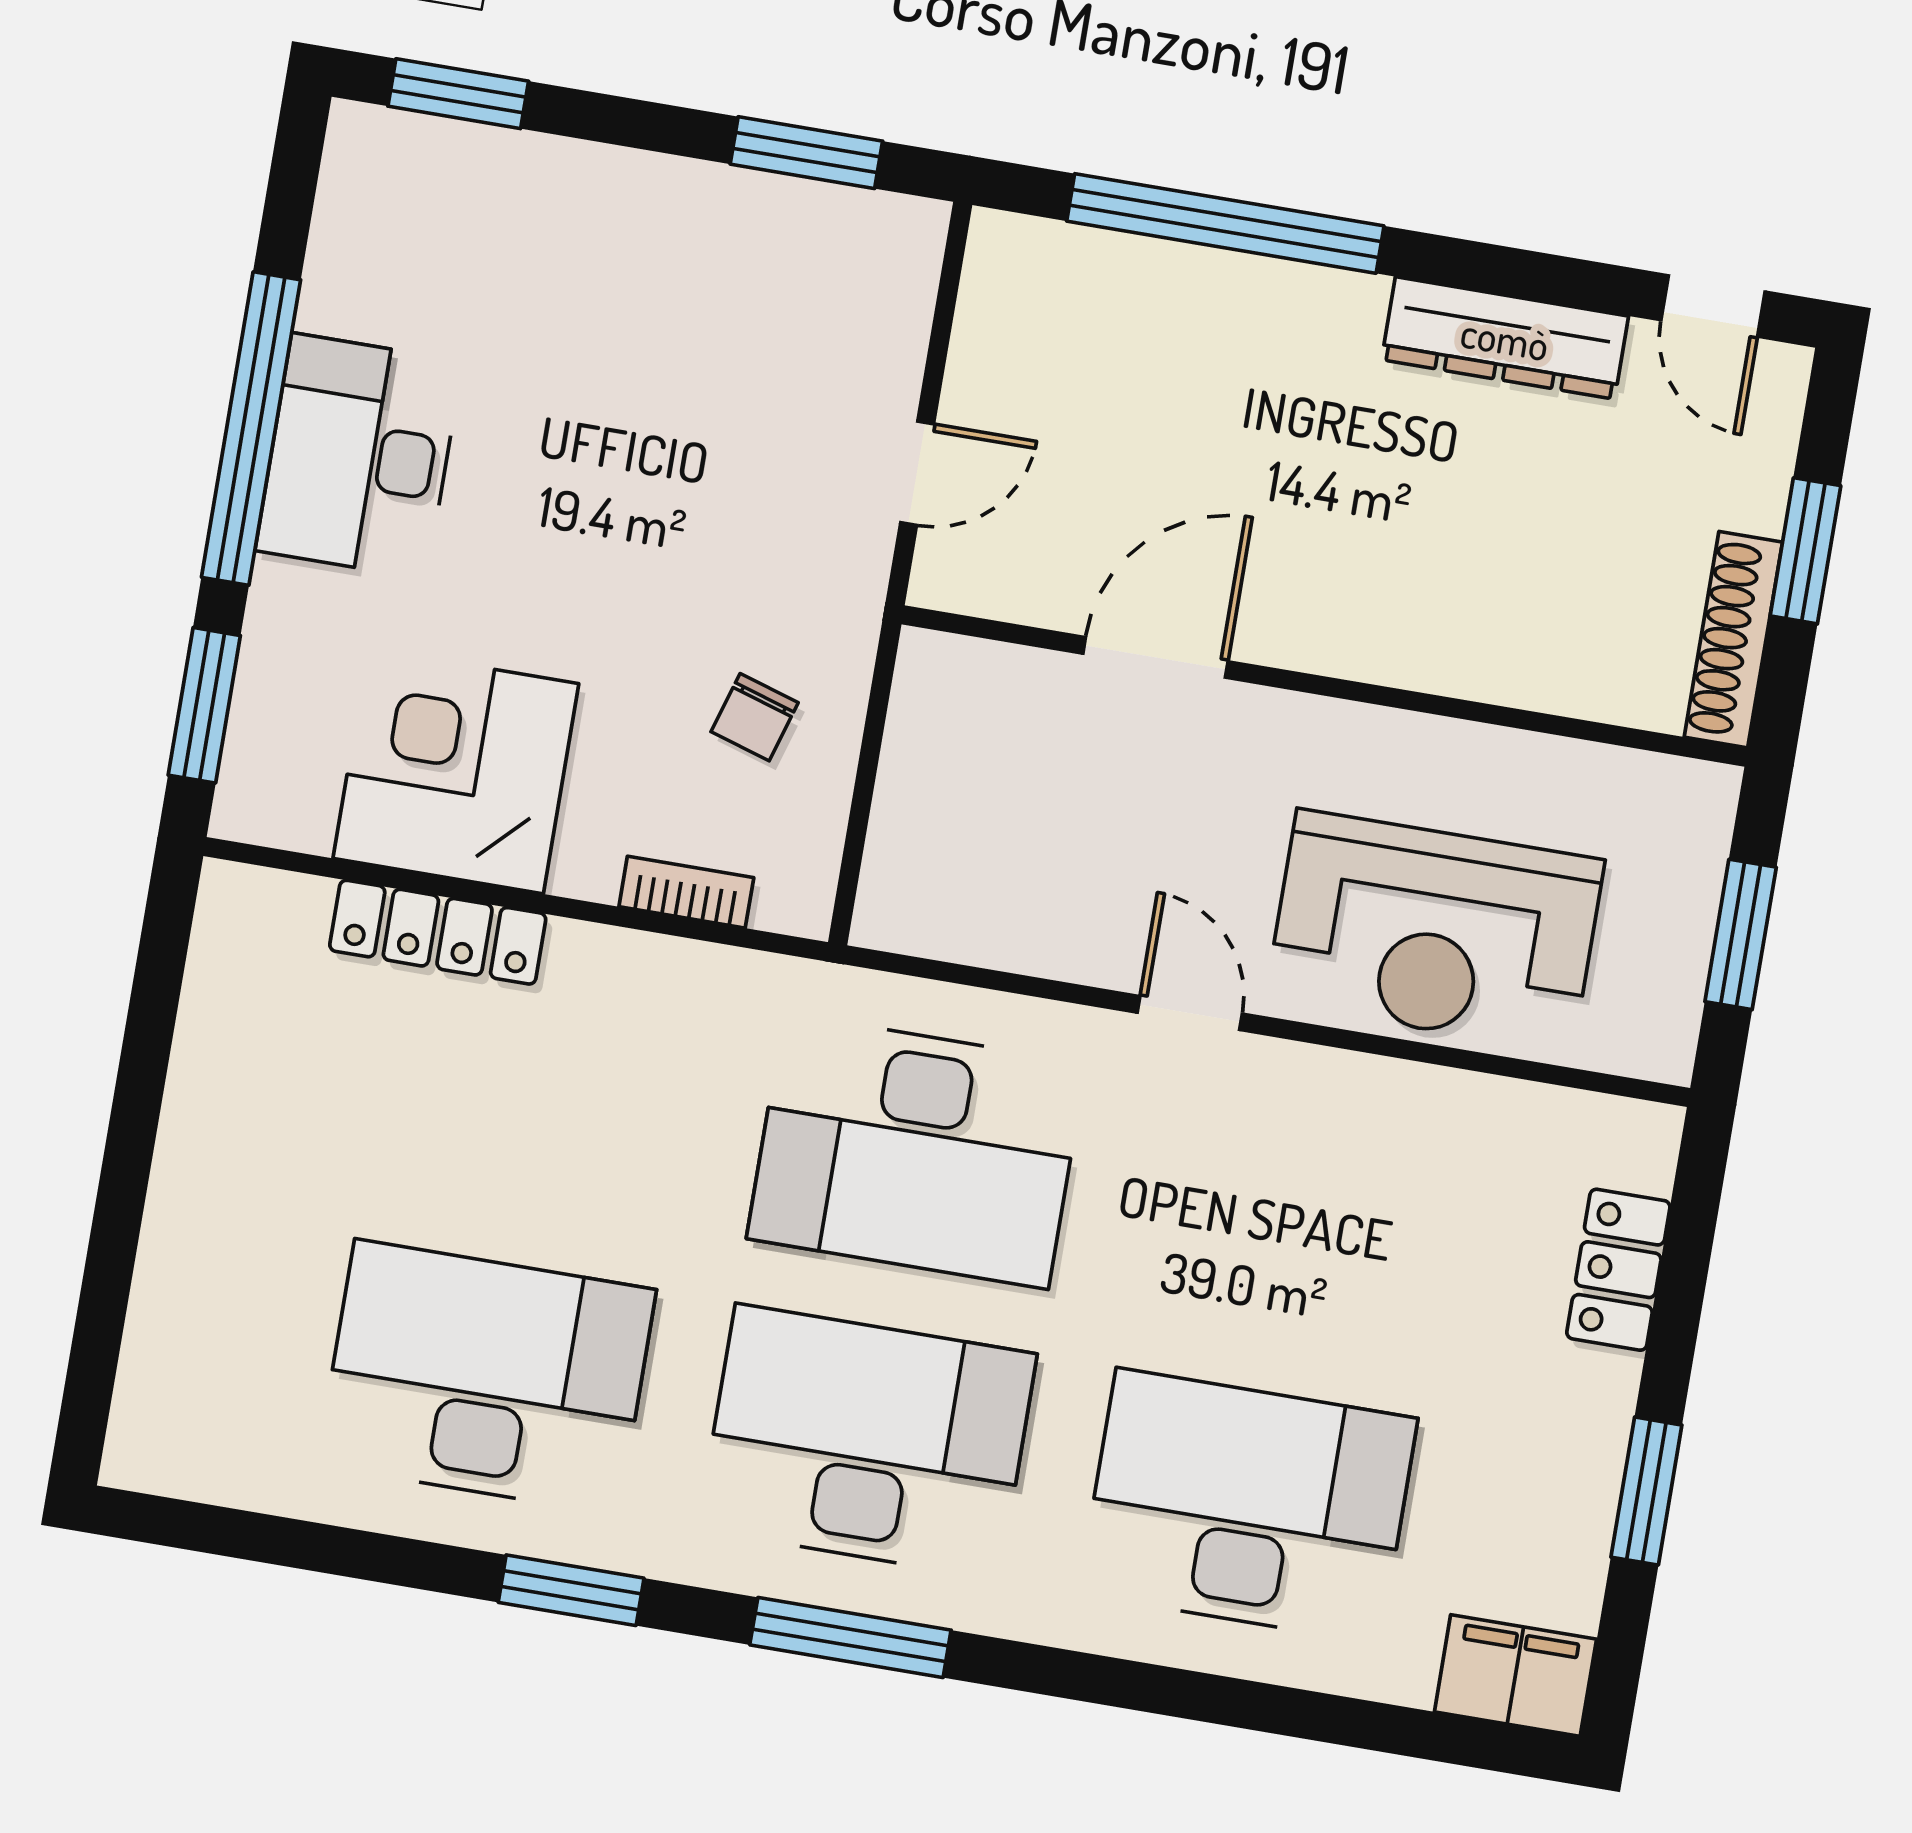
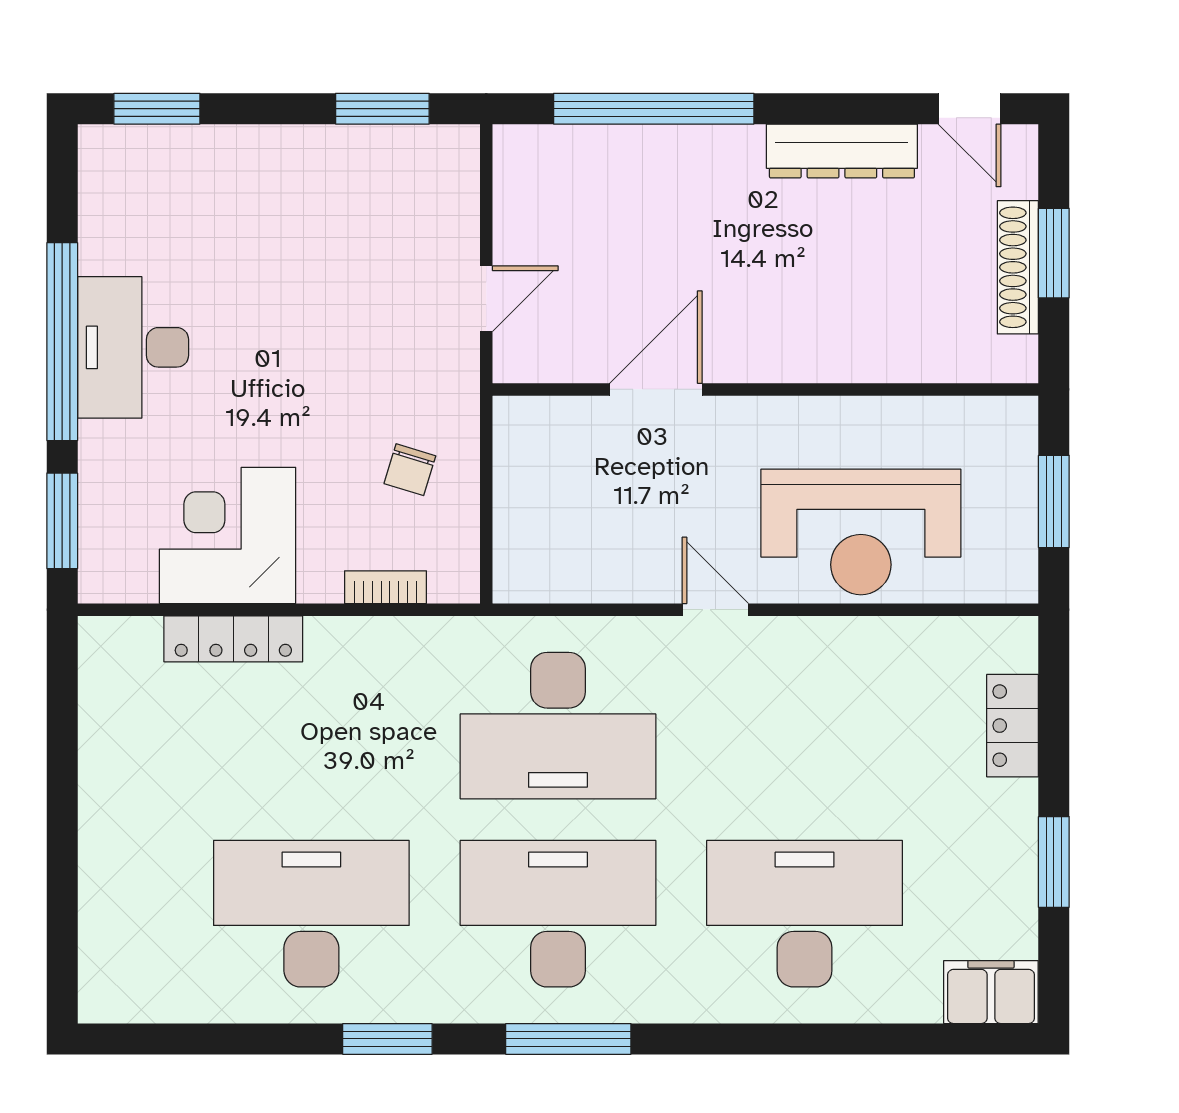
shoe rack: (1733, 640) -> (1018, 267), moved

